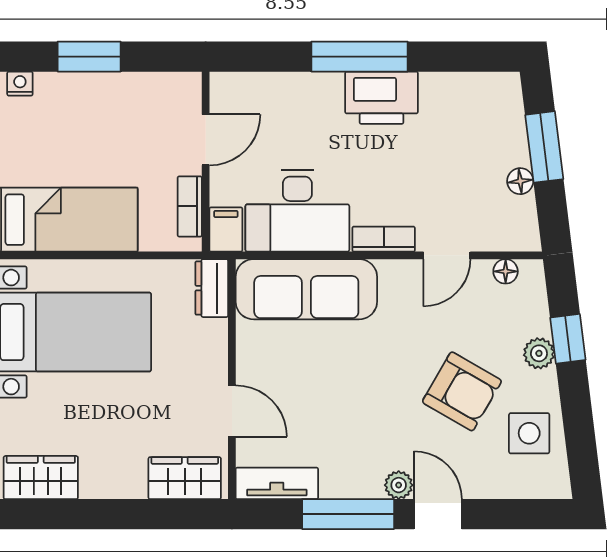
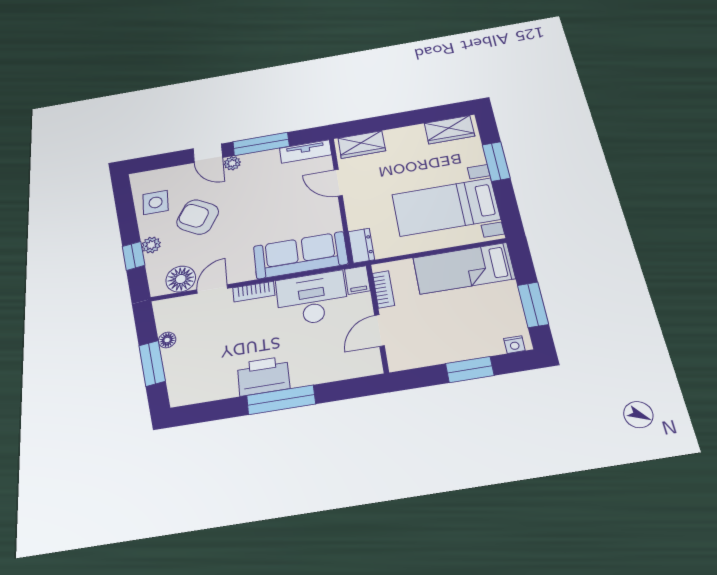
floor lamp: (506, 271) -> (181, 279), width x1.89, depth x1.89

